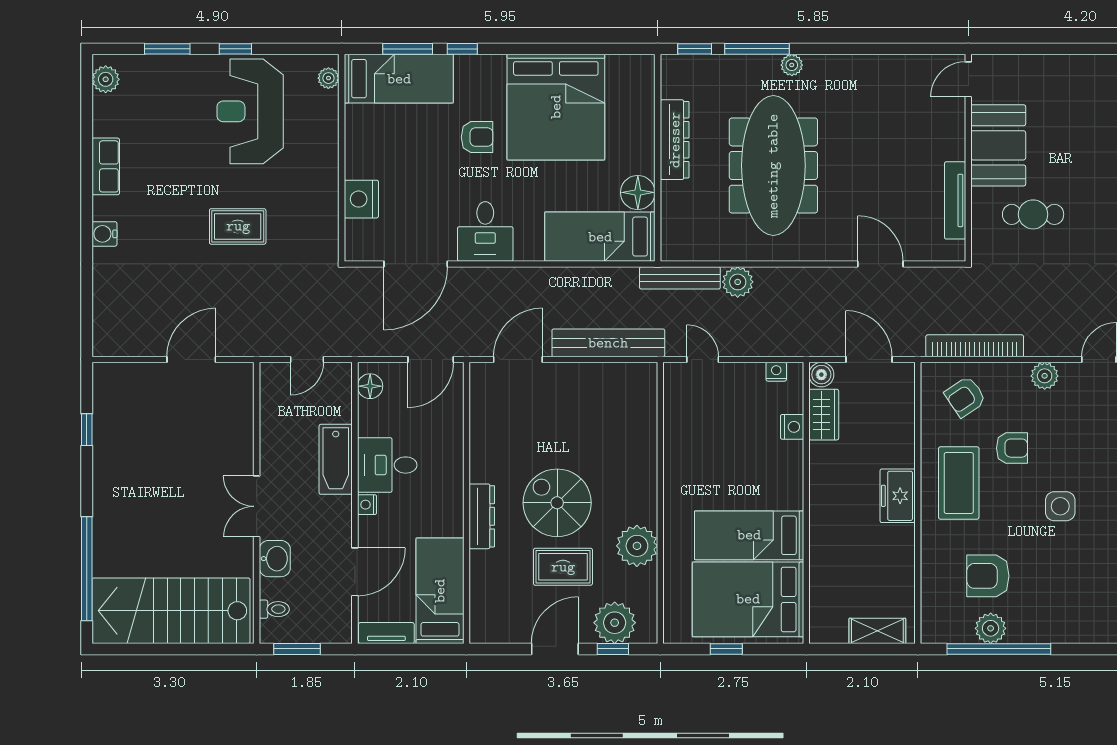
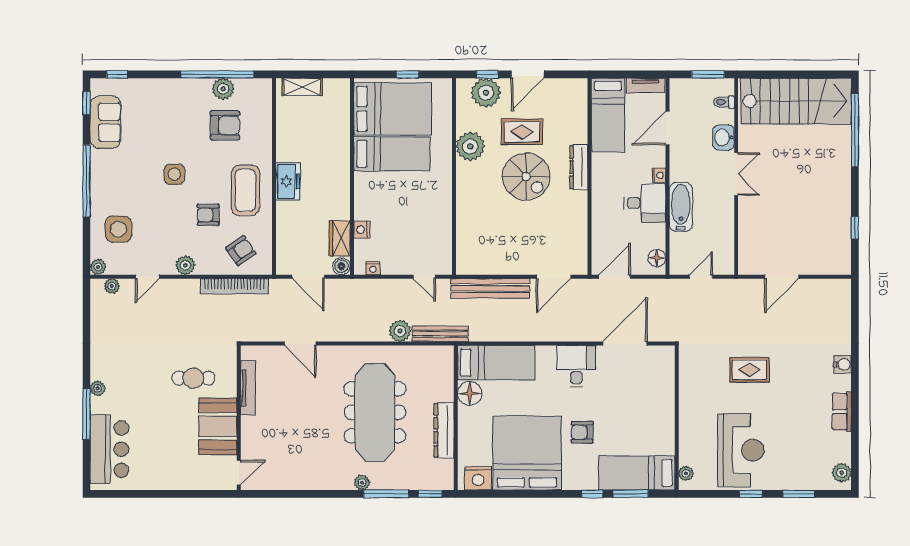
nightstand: (361, 199) -> (478, 478), moved, turned 90

